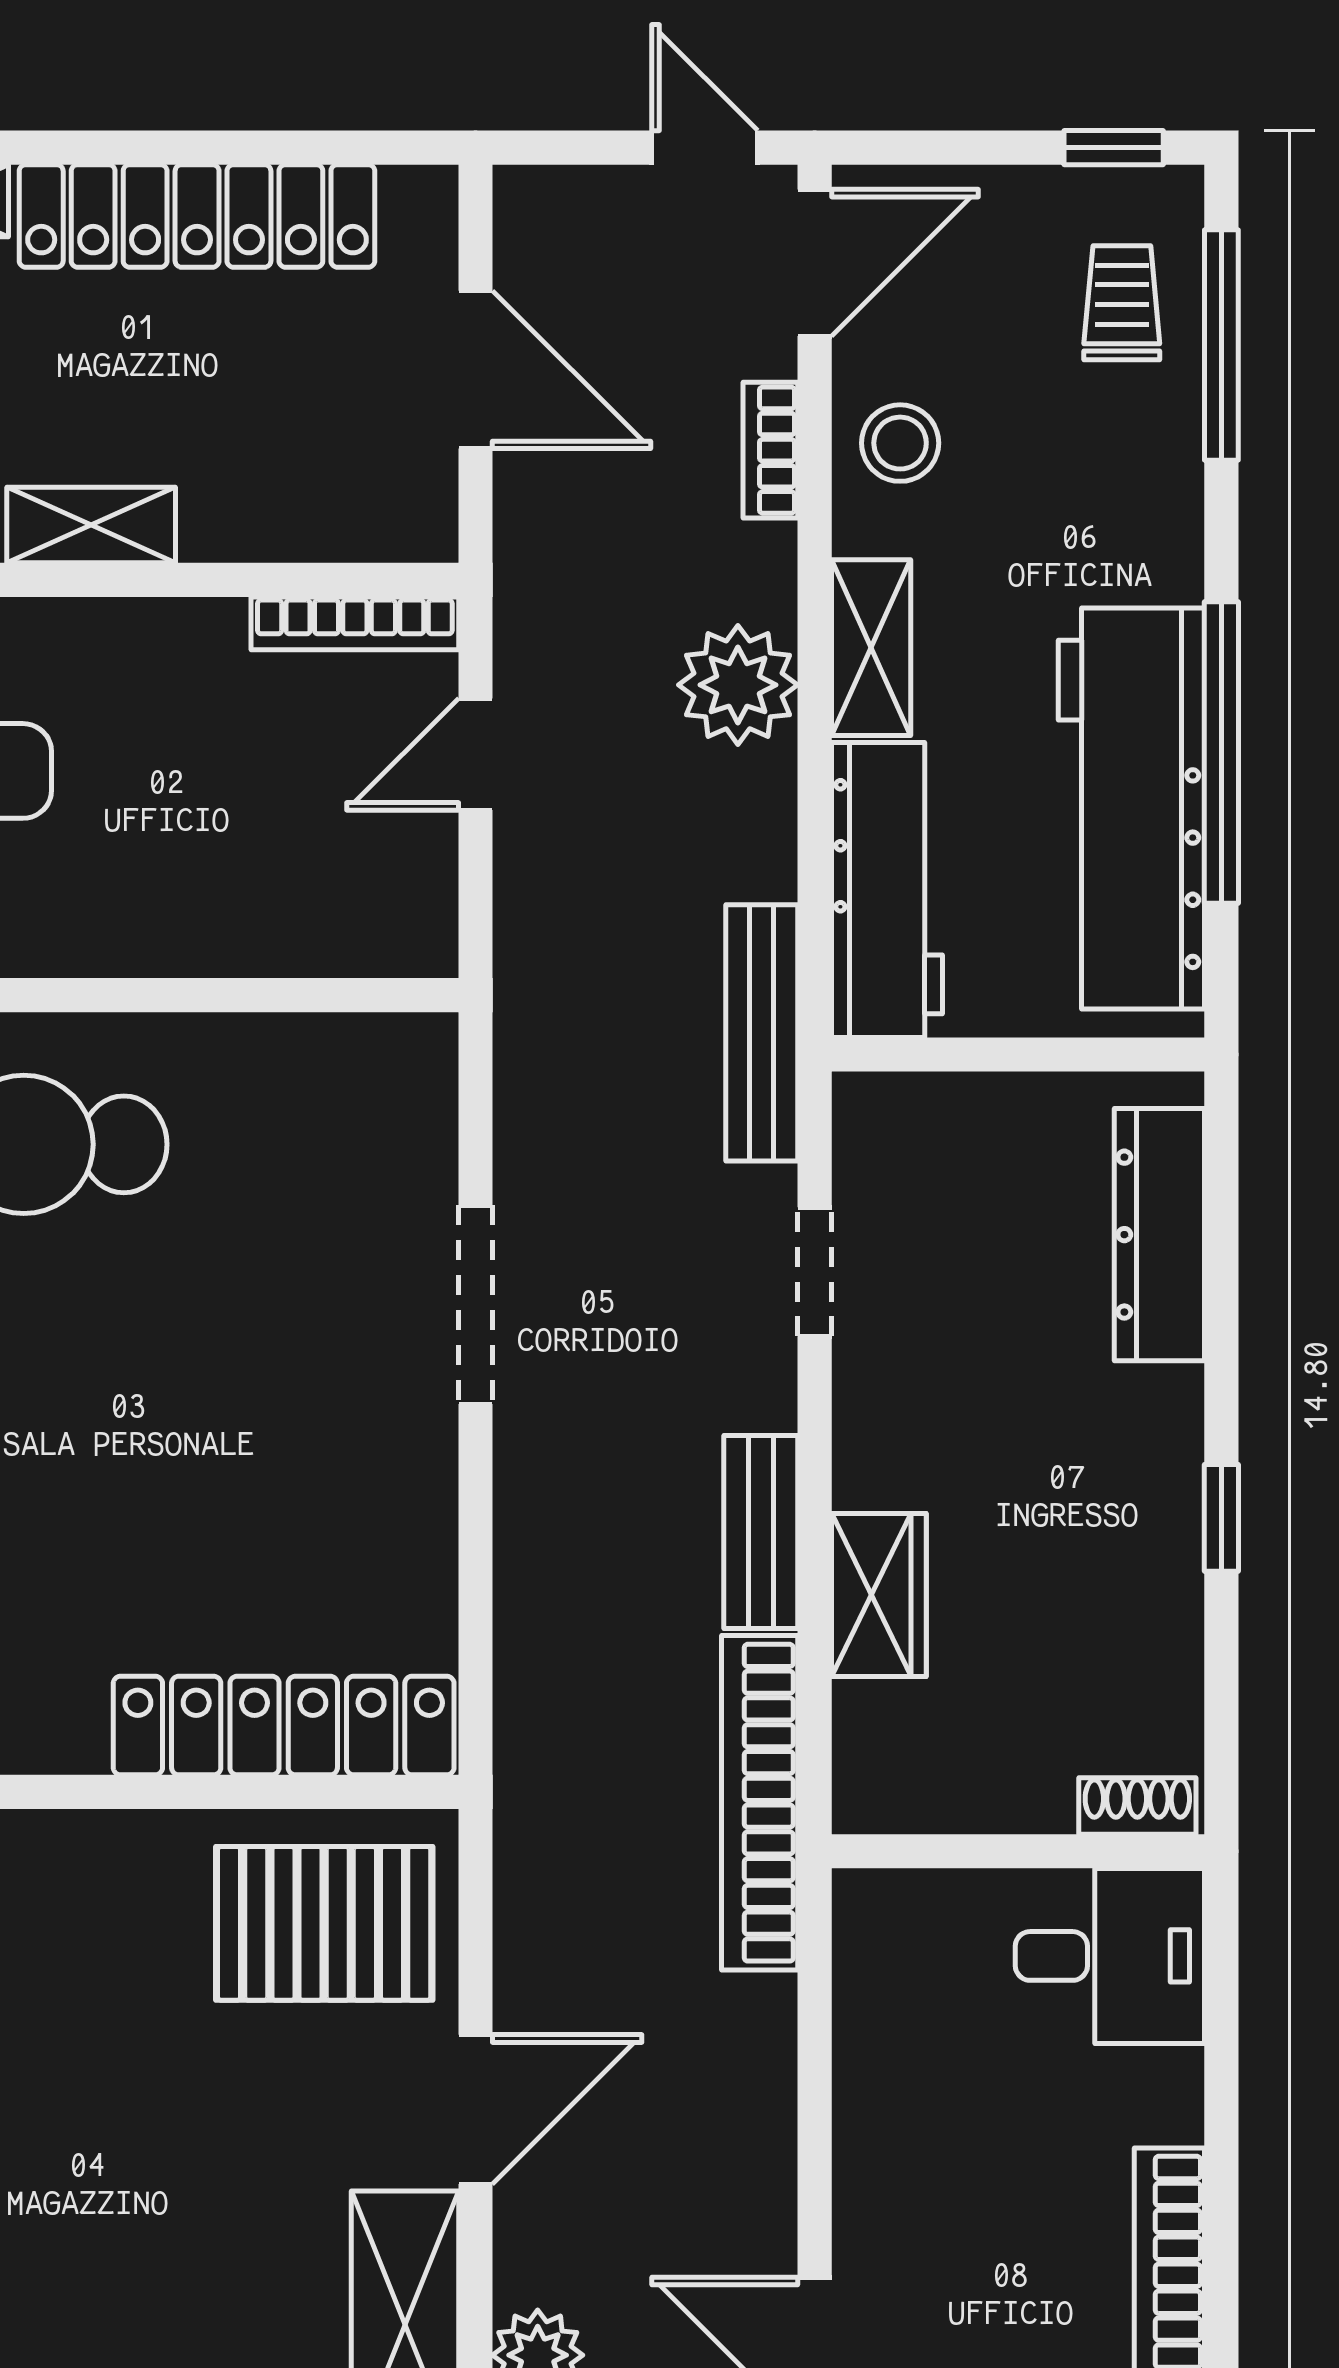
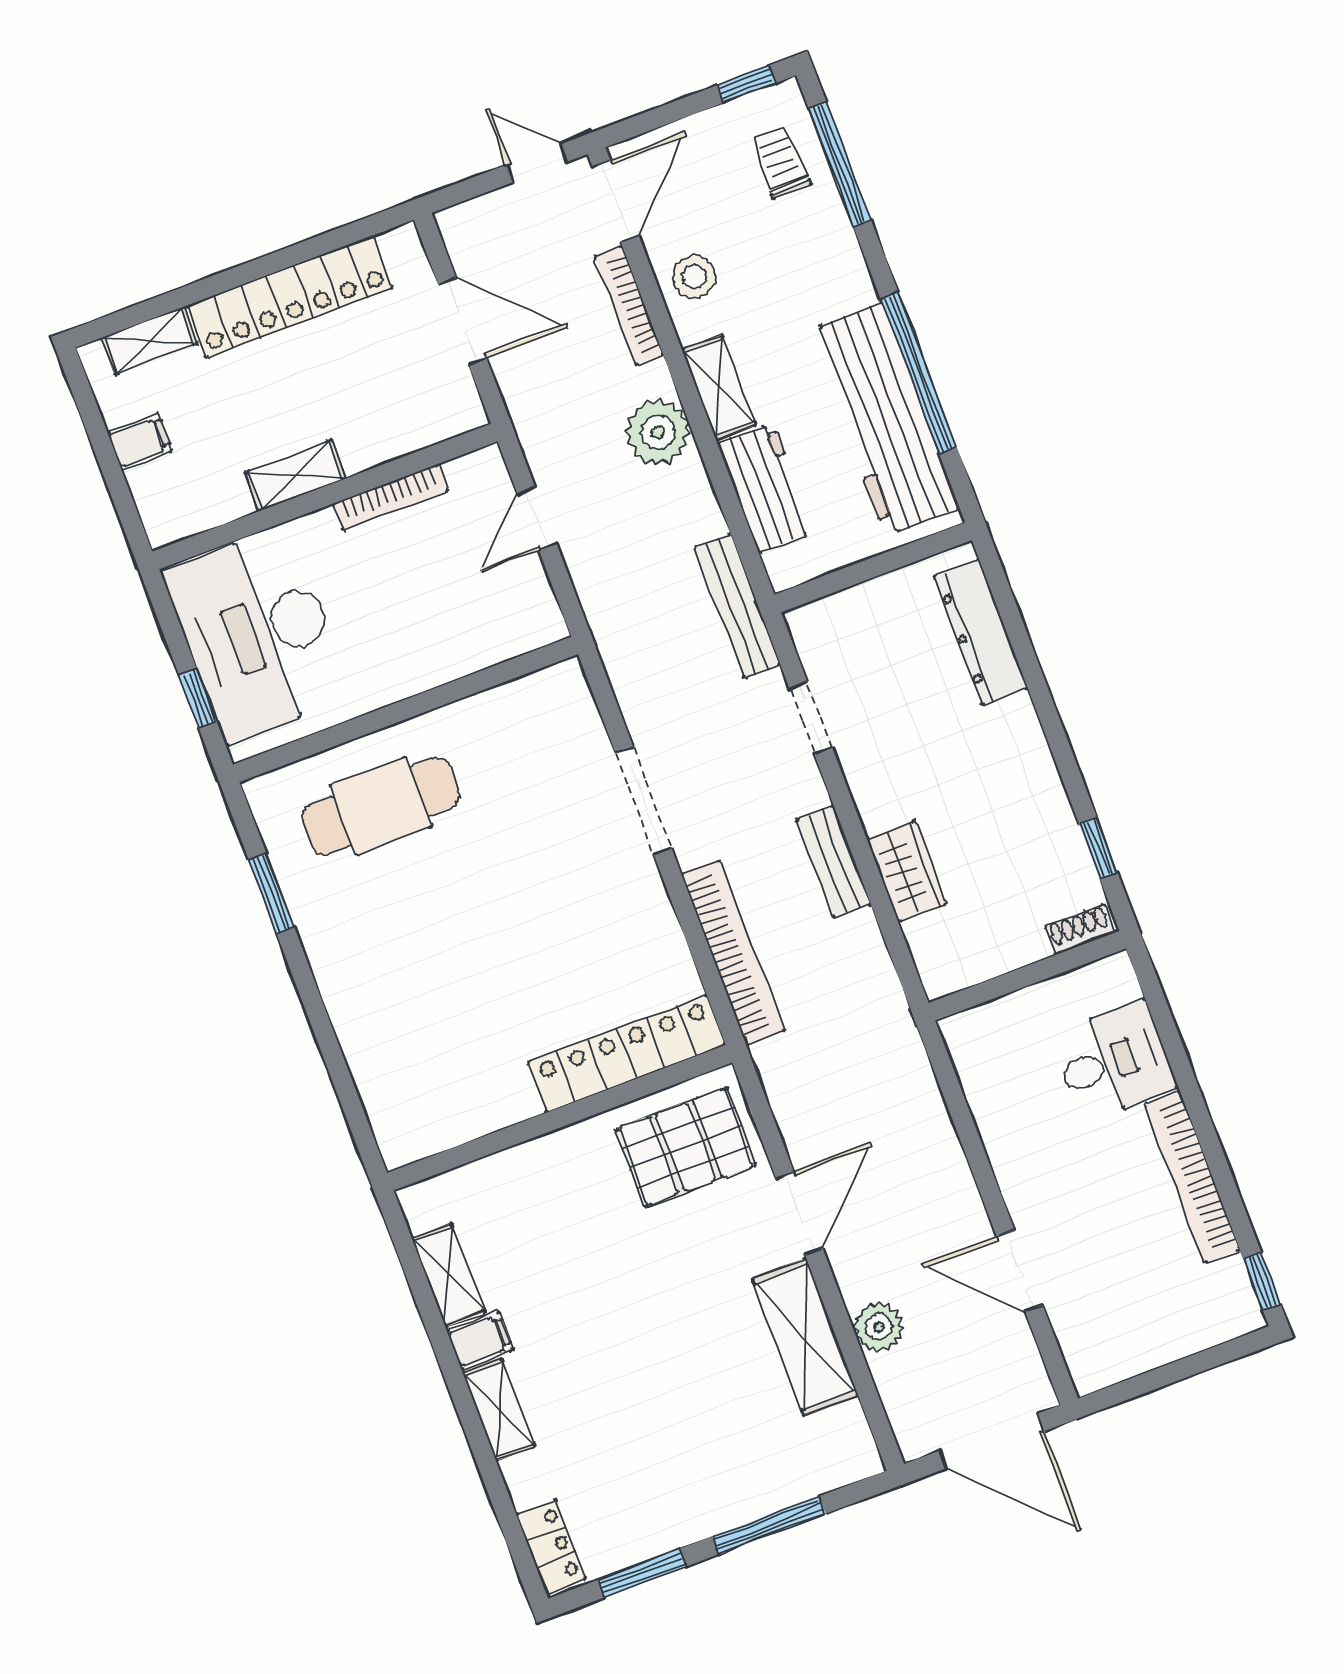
bookcase: (770, 450) -> (629, 306), width x1.56
bookcase: (355, 623) -> (391, 497), moved
workbench: (887, 890) -> (766, 488), width x0.73
window: (1221, 1518) -> (1098, 848), moved
bookcase: (760, 1803) -> (733, 953), moved, turned 180
desk: (1110, 1956) -> (1114, 1062), moved

